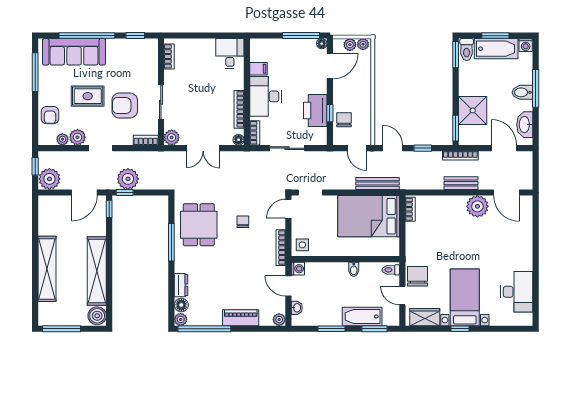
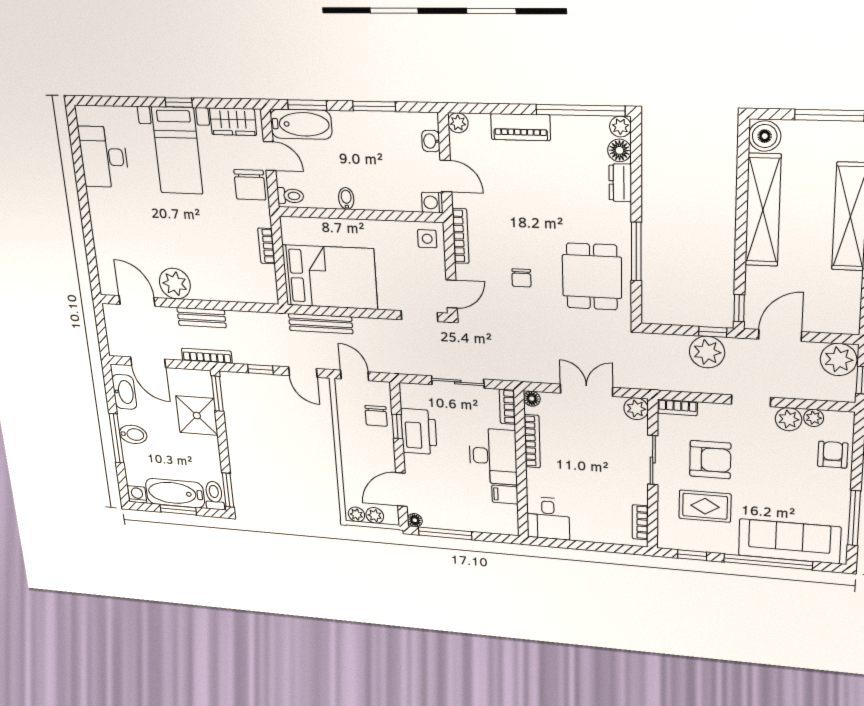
rug: (88, 96) -> (705, 506), moved
bookcase: (410, 209) -> (266, 246), moved
bathtub: (362, 316) -> (301, 124), moved

